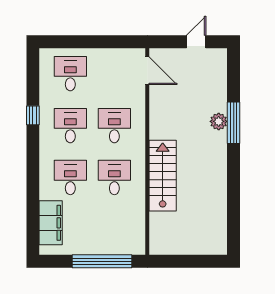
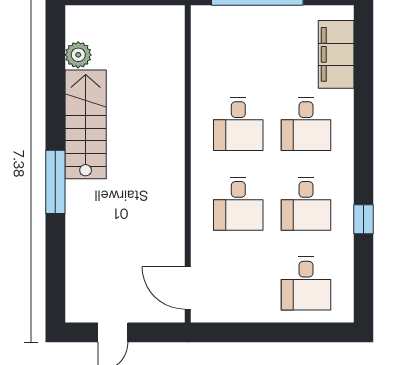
plant: (219, 121) -> (78, 55), moved
window: (234, 123) -> (55, 182), moved
stairs: (163, 176) -> (86, 124), moved, turned 180

